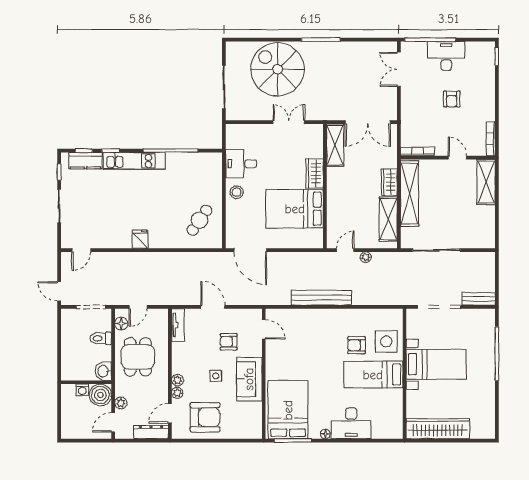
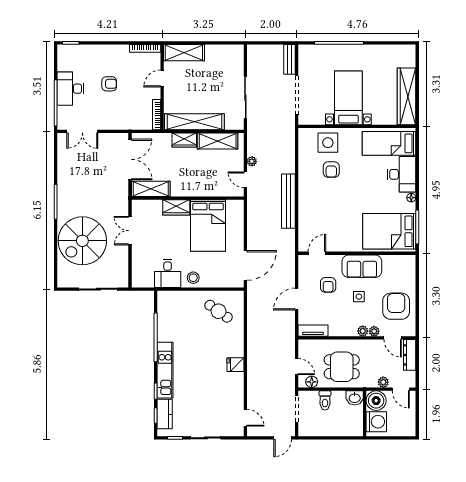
bed: (373, 375) -> (389, 143), moved, turned 90
washing machine: (82, 390) -> (376, 422), width x1.89, depth x1.89

